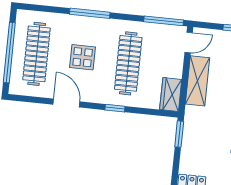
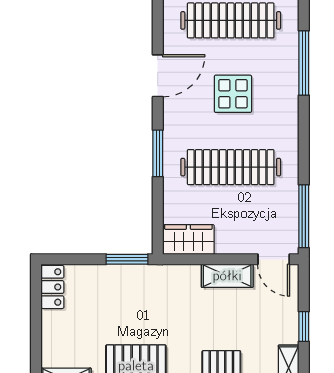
window: (90, 13) -> (304, 63), moved
shelving: (198, 81) -> (227, 276), width x0.67, depth x0.75
window: (115, 108) -> (158, 153), width x1.50

